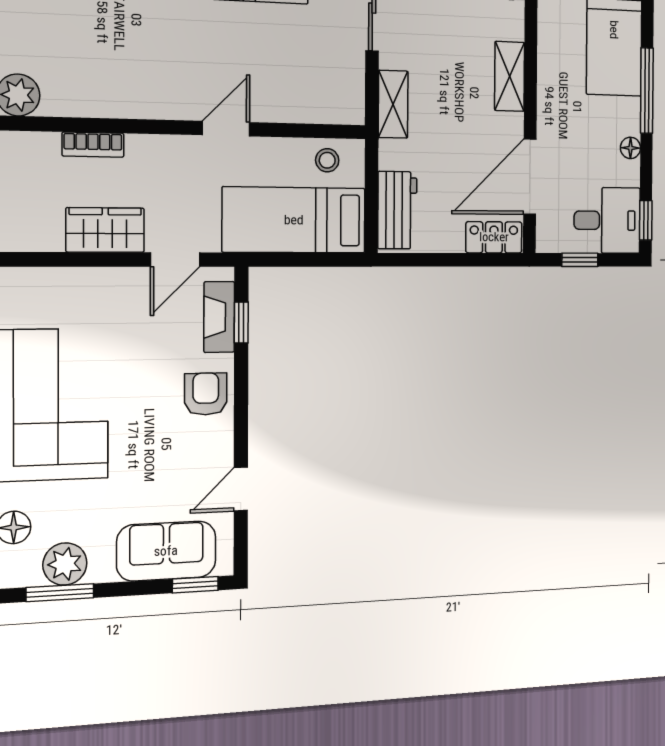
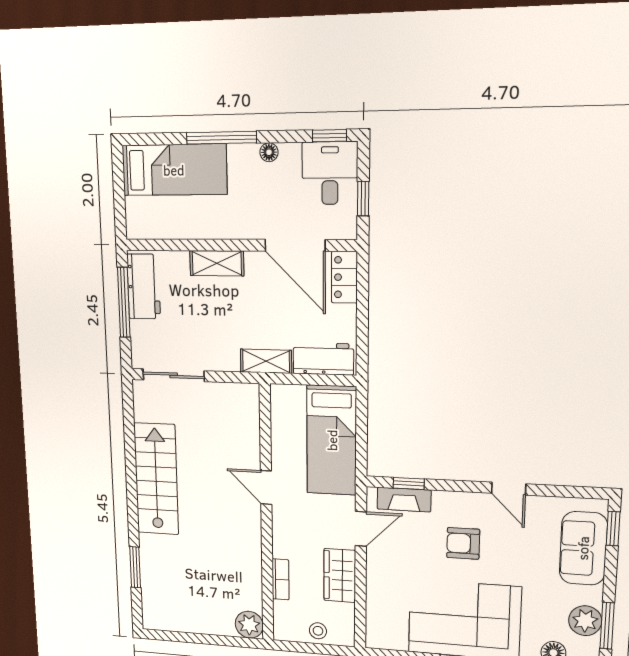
shelving: (393, 104) -> (266, 361), moved
stool: (327, 160) -> (318, 631), moved
door: (175, 260) -> (361, 529), hinge flipped
armchair: (206, 394) -> (463, 543), moved
door: (241, 489) -> (509, 489), moved

